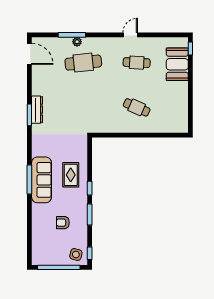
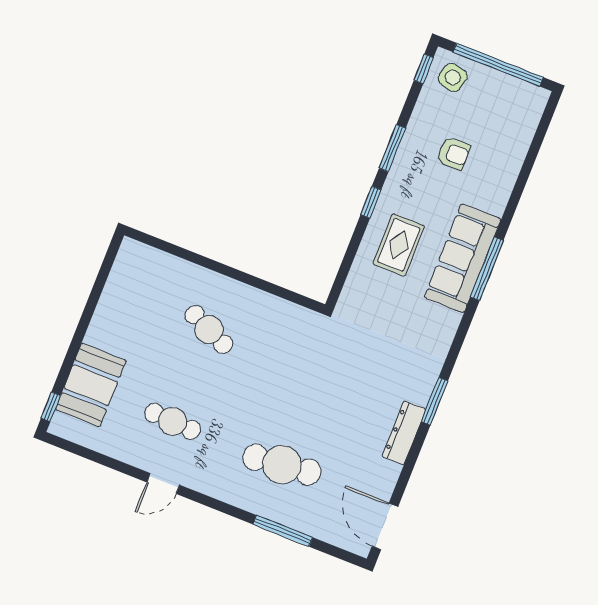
plant: (77, 42) -> (278, 513), removed
dresser: (37, 110) -> (404, 433), moved

